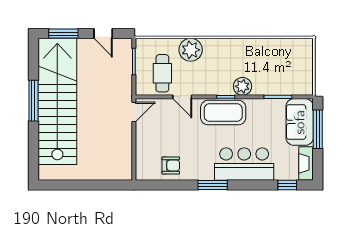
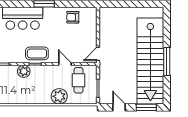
coffee table: (223, 113) -> (37, 53), width x0.73, depth x0.76

